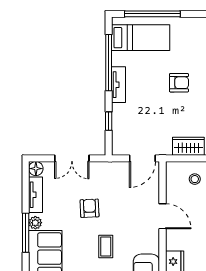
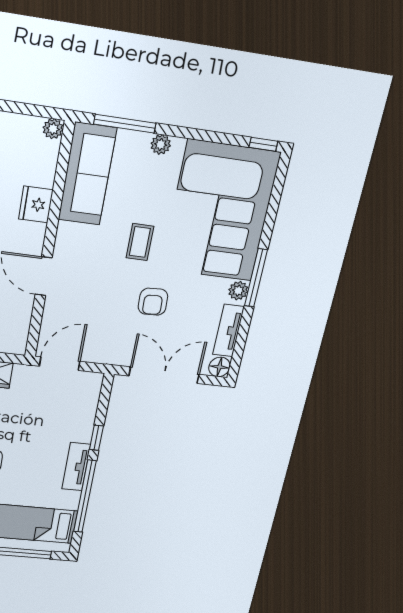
window: (109, 121) -> (96, 438), moved
double door: (72, 158) -> (164, 375), width x1.37

